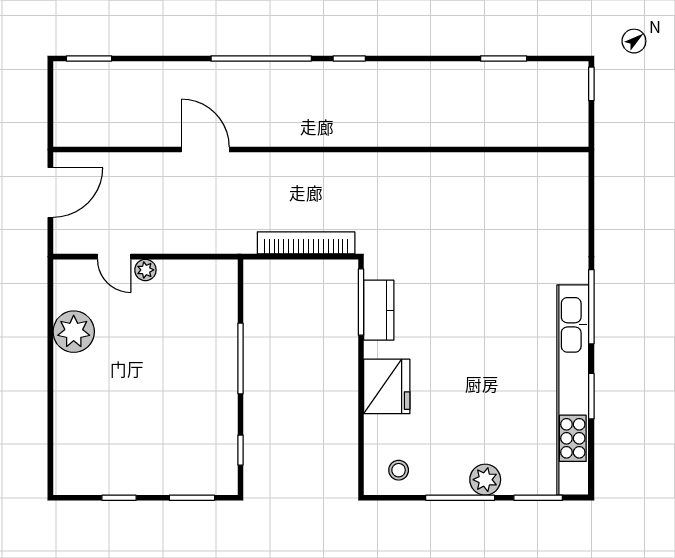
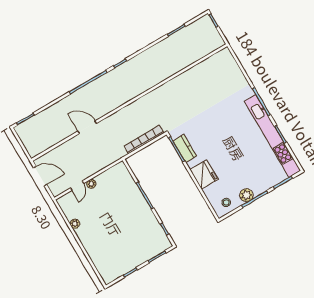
door: (50, 192) -> (40, 176), hinge flipped
door: (114, 257) -> (77, 186), hinge flipped
plant: (74, 332) -> (75, 224), width x0.53, depth x0.53
plant: (485, 480) -> (246, 195), moved

